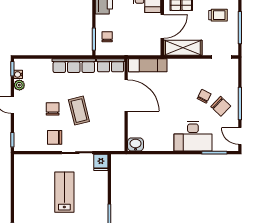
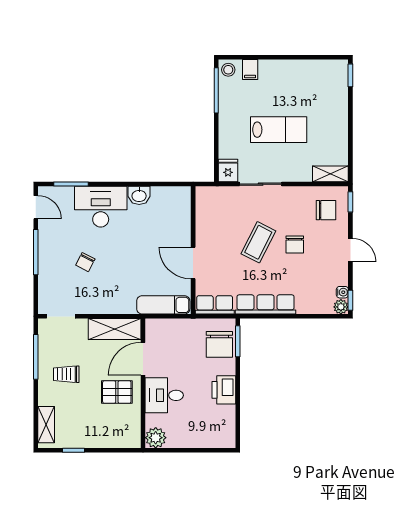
chair: (107, 37) -> (219, 344), width x1.87, depth x1.87
plant: (19, 85) -> (341, 307), moved
door: (126, 96) -> (193, 263), width x0.73
chair: (221, 106) -> (62, 248), removed
coffee table: (79, 111) -> (258, 242), turned 41
chair: (55, 137) -> (326, 210), moved
washbasin: (136, 144) -> (139, 195), moved
shelving: (27, 160) -> (330, 174), added
lab bench: (64, 192) -> (279, 130), turned -90

